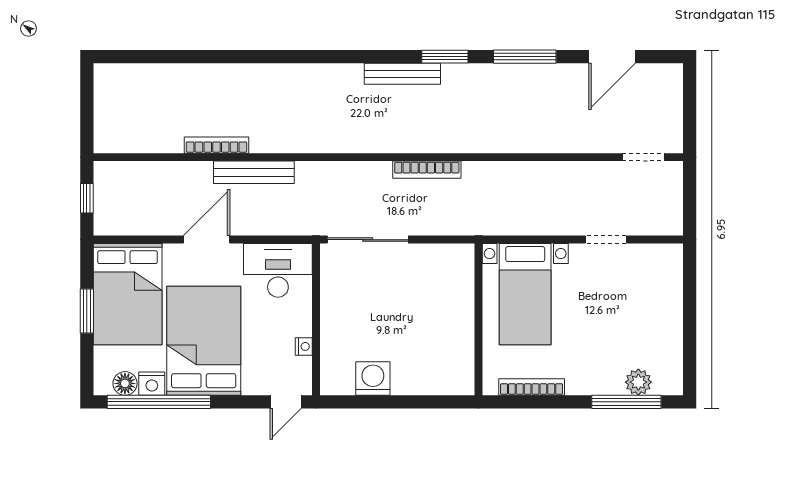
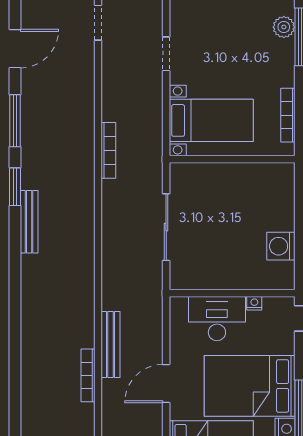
door: (612, 57) -> (15, 49), hinge flipped
bookcase: (427, 170) -> (108, 150), moved
door: (207, 240) -> (166, 384), hinge flipped
sliding door: (368, 240) -> (166, 227), moved
desk: (278, 270) -> (217, 319), moved, turned 90

